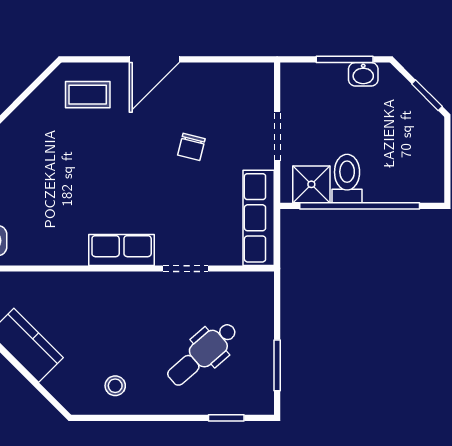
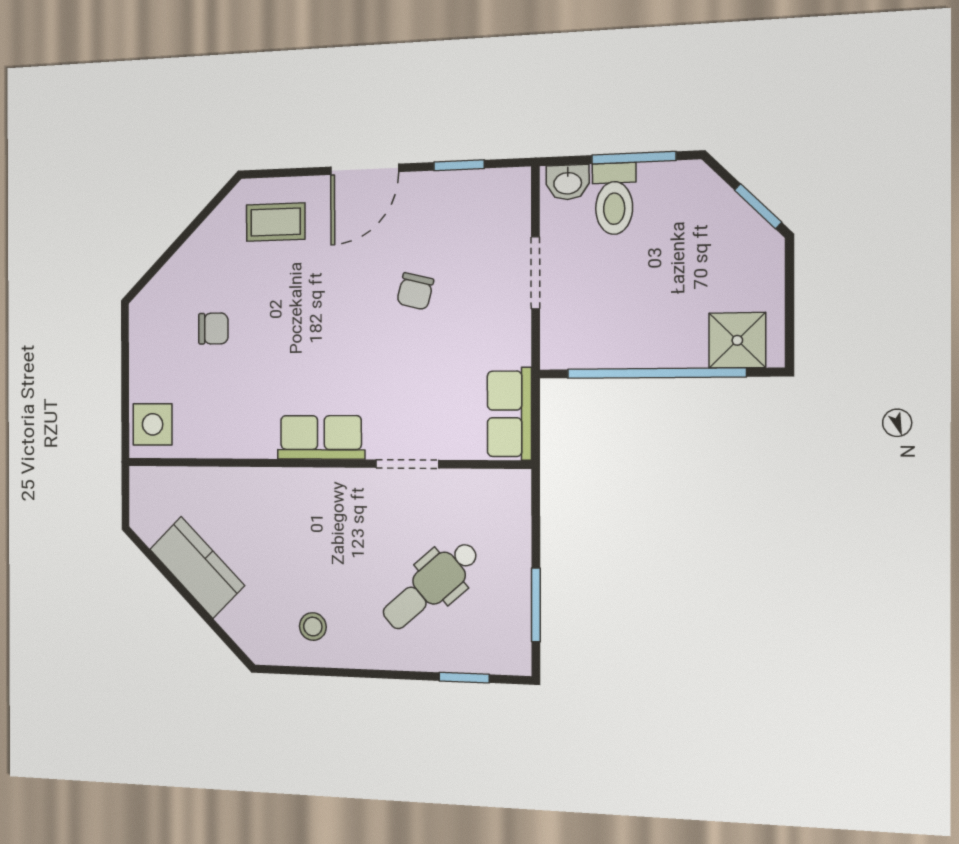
window: (223, 59) -> (459, 165), added
washbasin: (363, 74) -> (568, 182), moved
chair: (39, 171) -> (213, 329), added
toilet: (347, 178) -> (614, 199), moved, turned 180
shower: (311, 184) -> (737, 340), moved
row of seats: (259, 218) -> (509, 414), width x0.68

